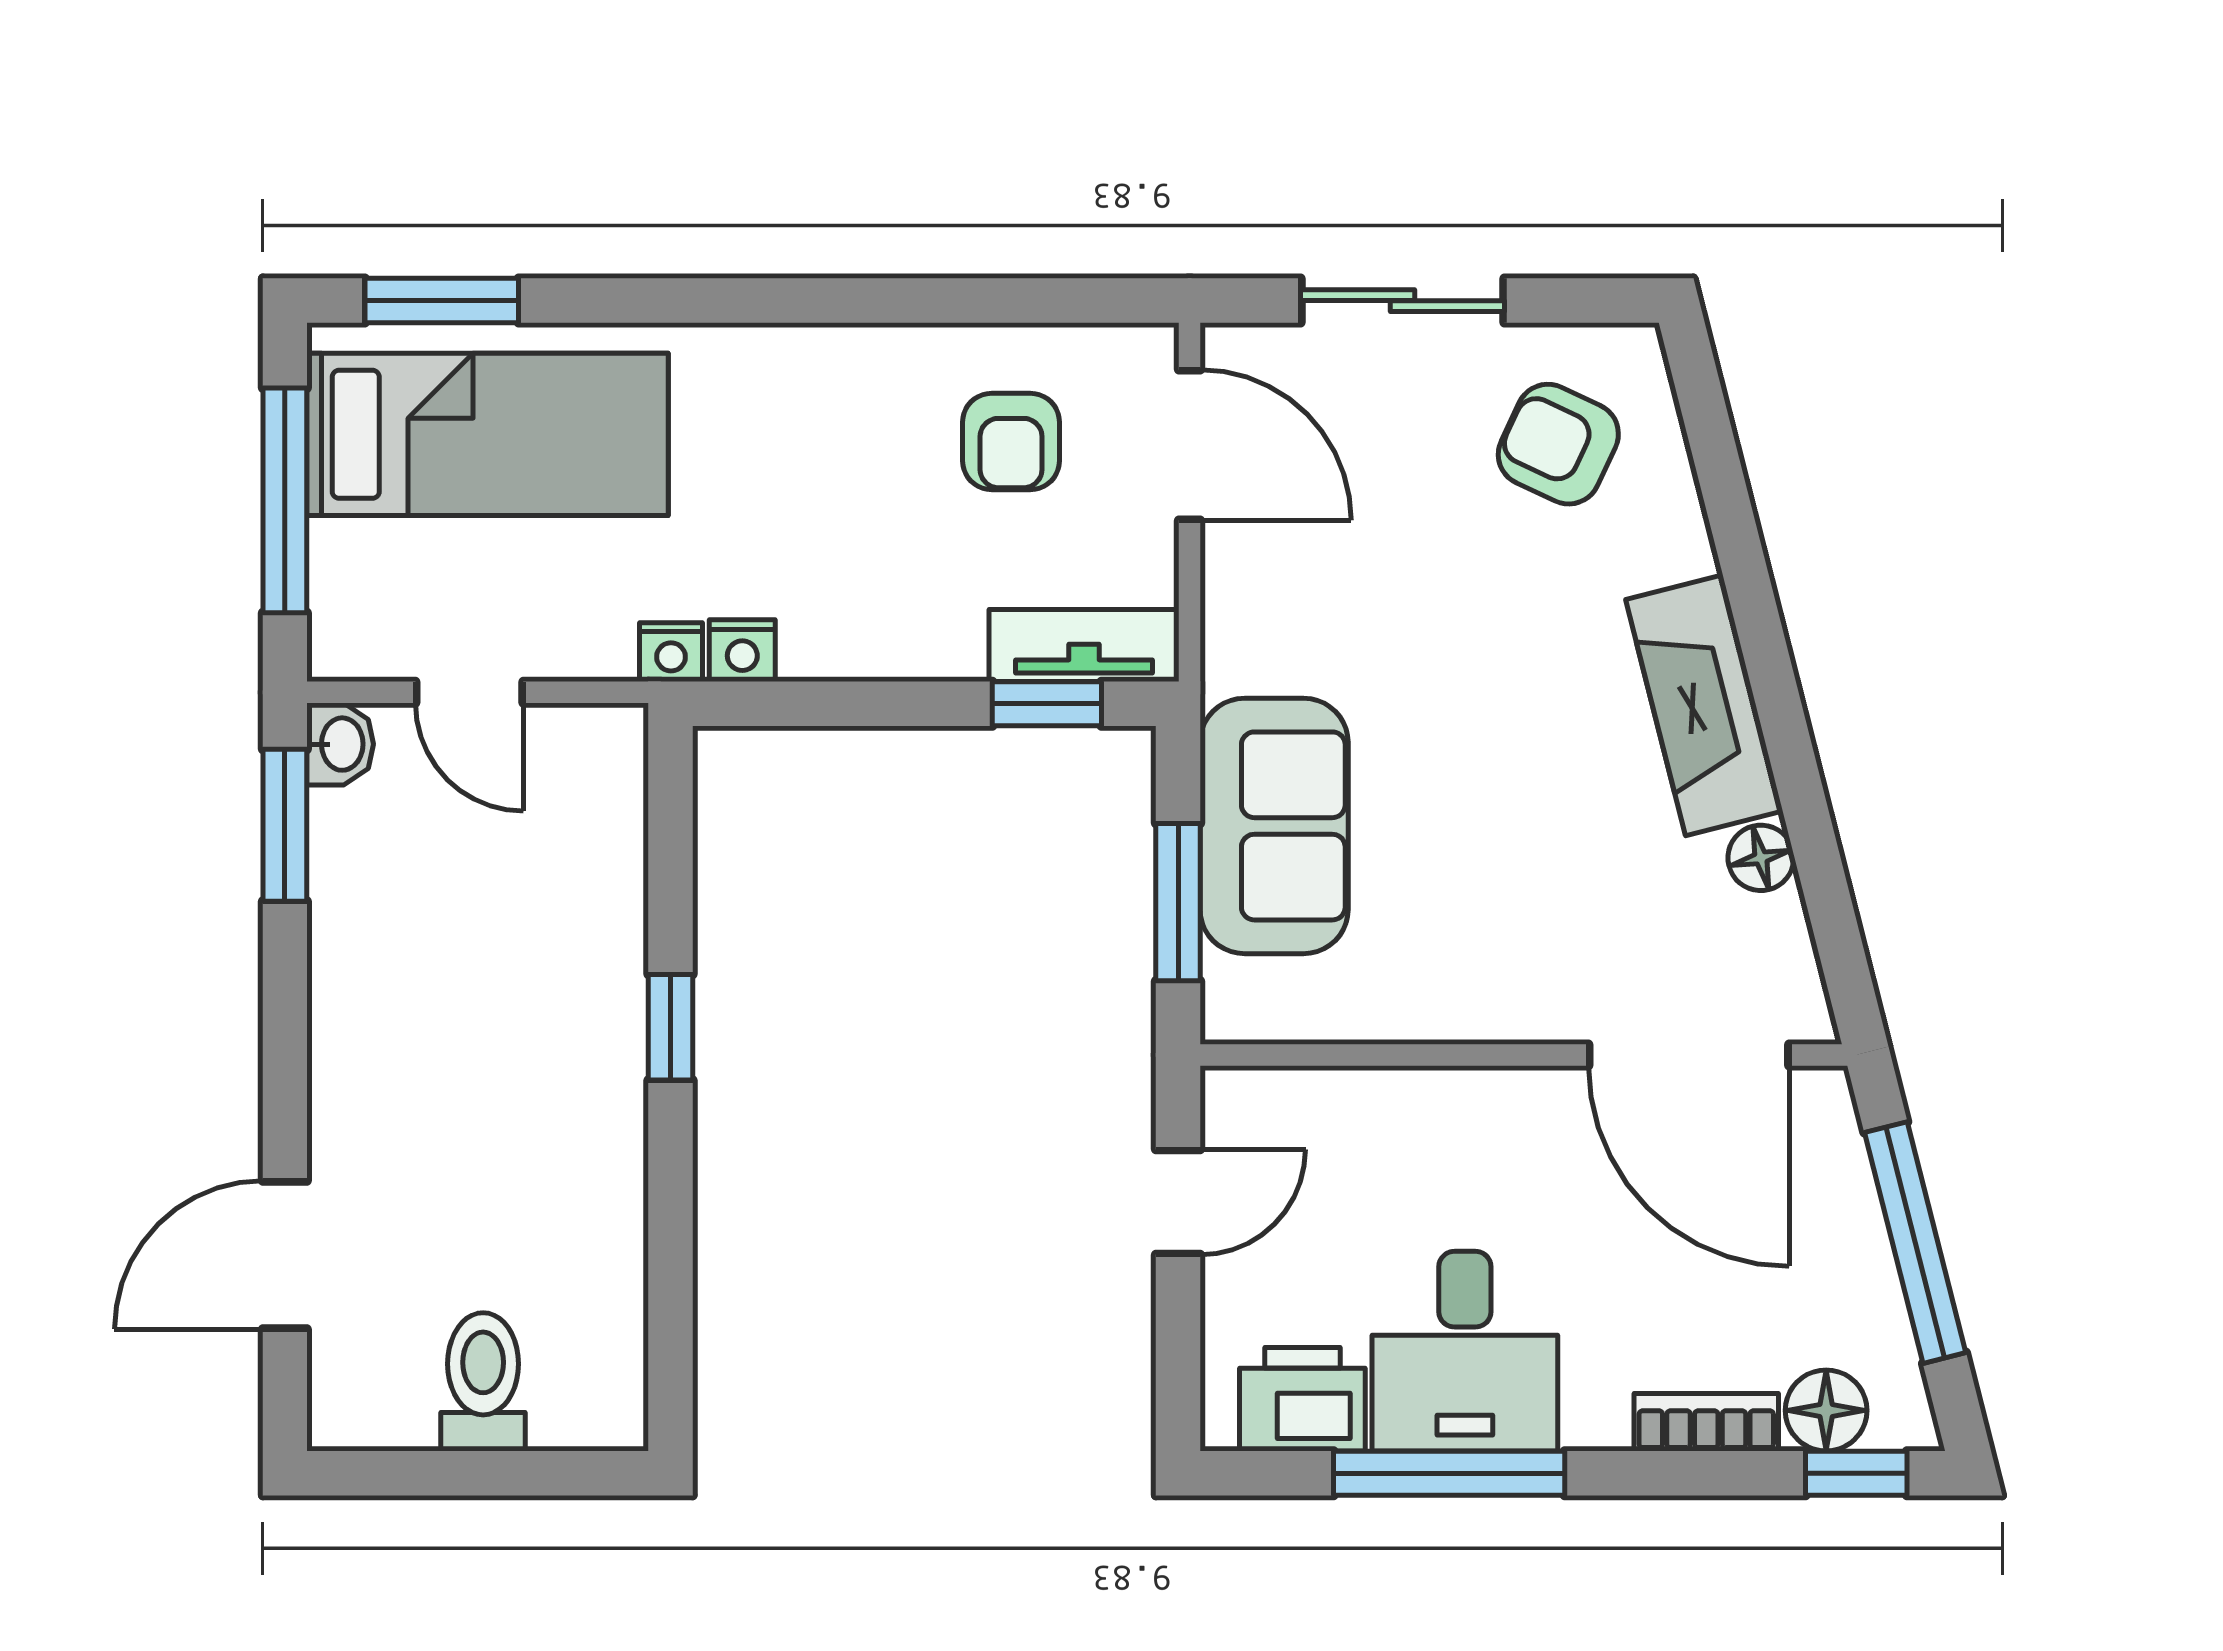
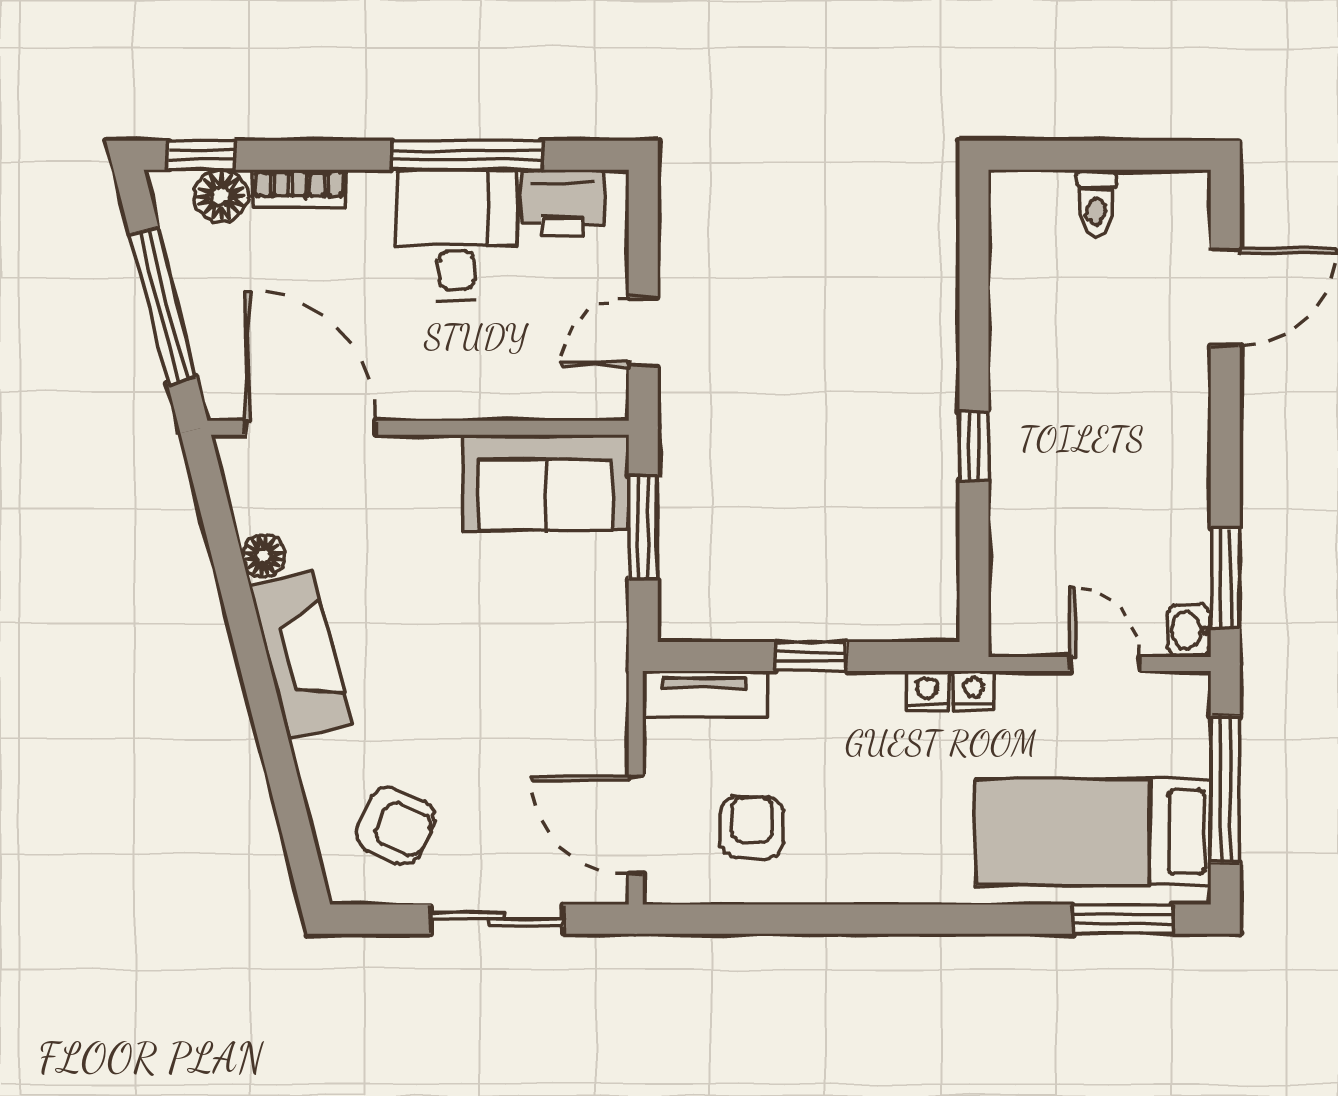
window: (1047, 704) -> (811, 656), moved
sofa: (1274, 826) -> (546, 483), moved, turned -90
toilet: (483, 1382) -> (1096, 202), width x0.73, depth x0.72

